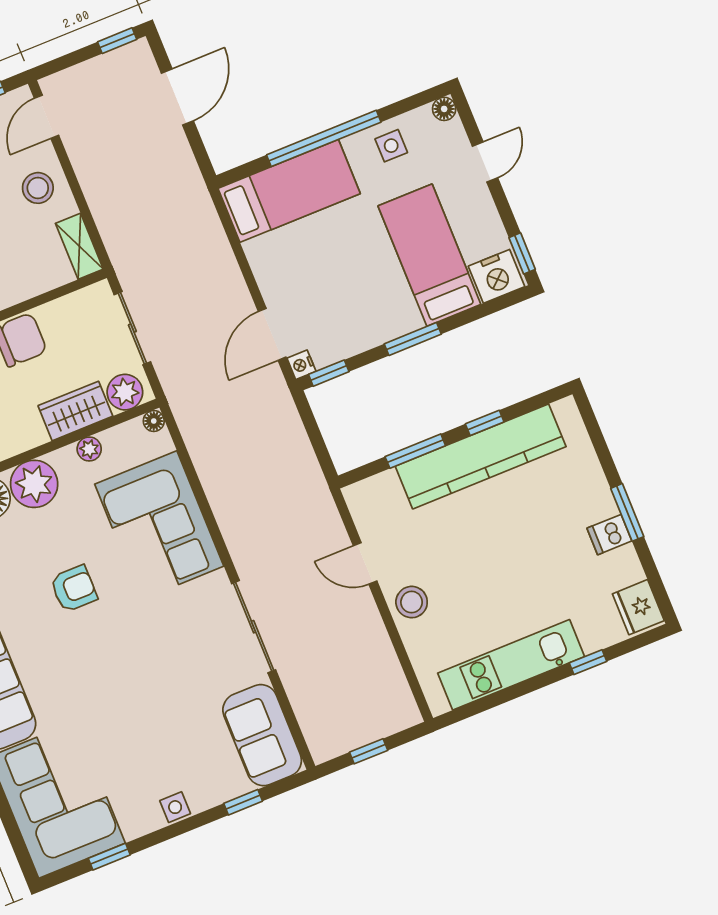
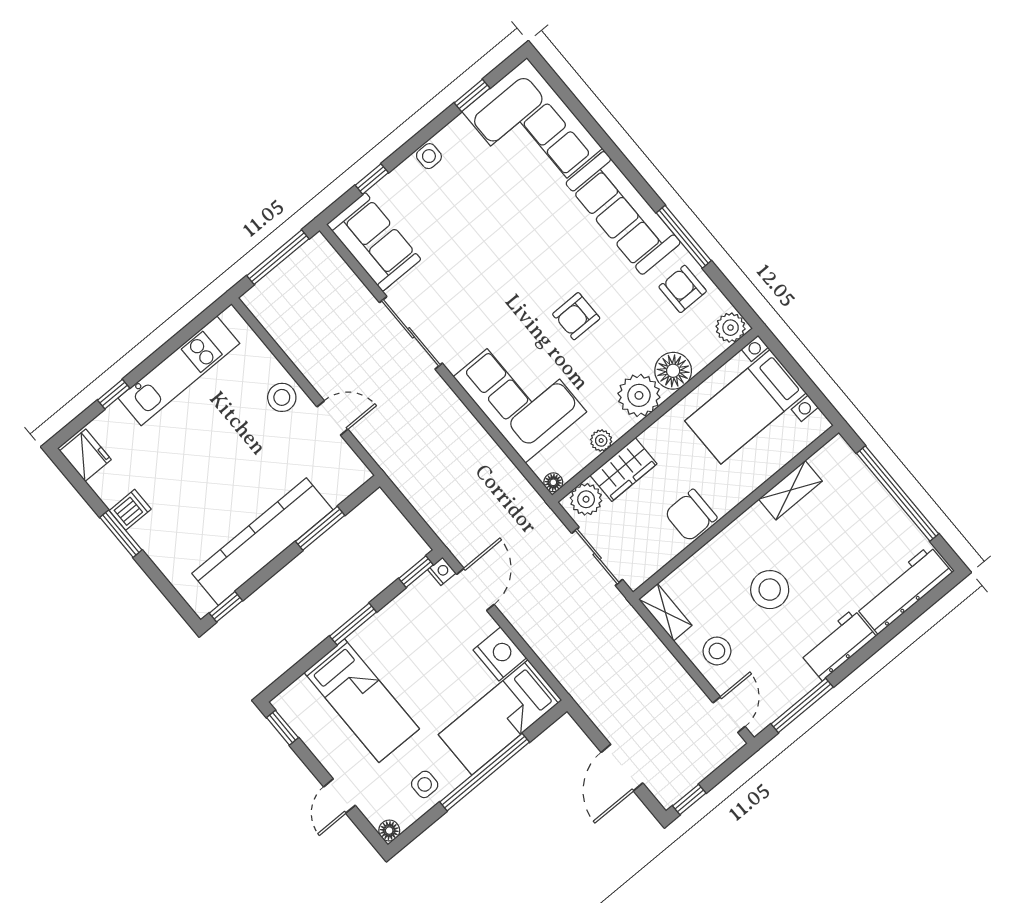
nightstand: (497, 276) -> (500, 654), moved, turned 90
window: (485, 423) -> (226, 607), moved
window: (369, 751) -> (278, 257), width x2.17

